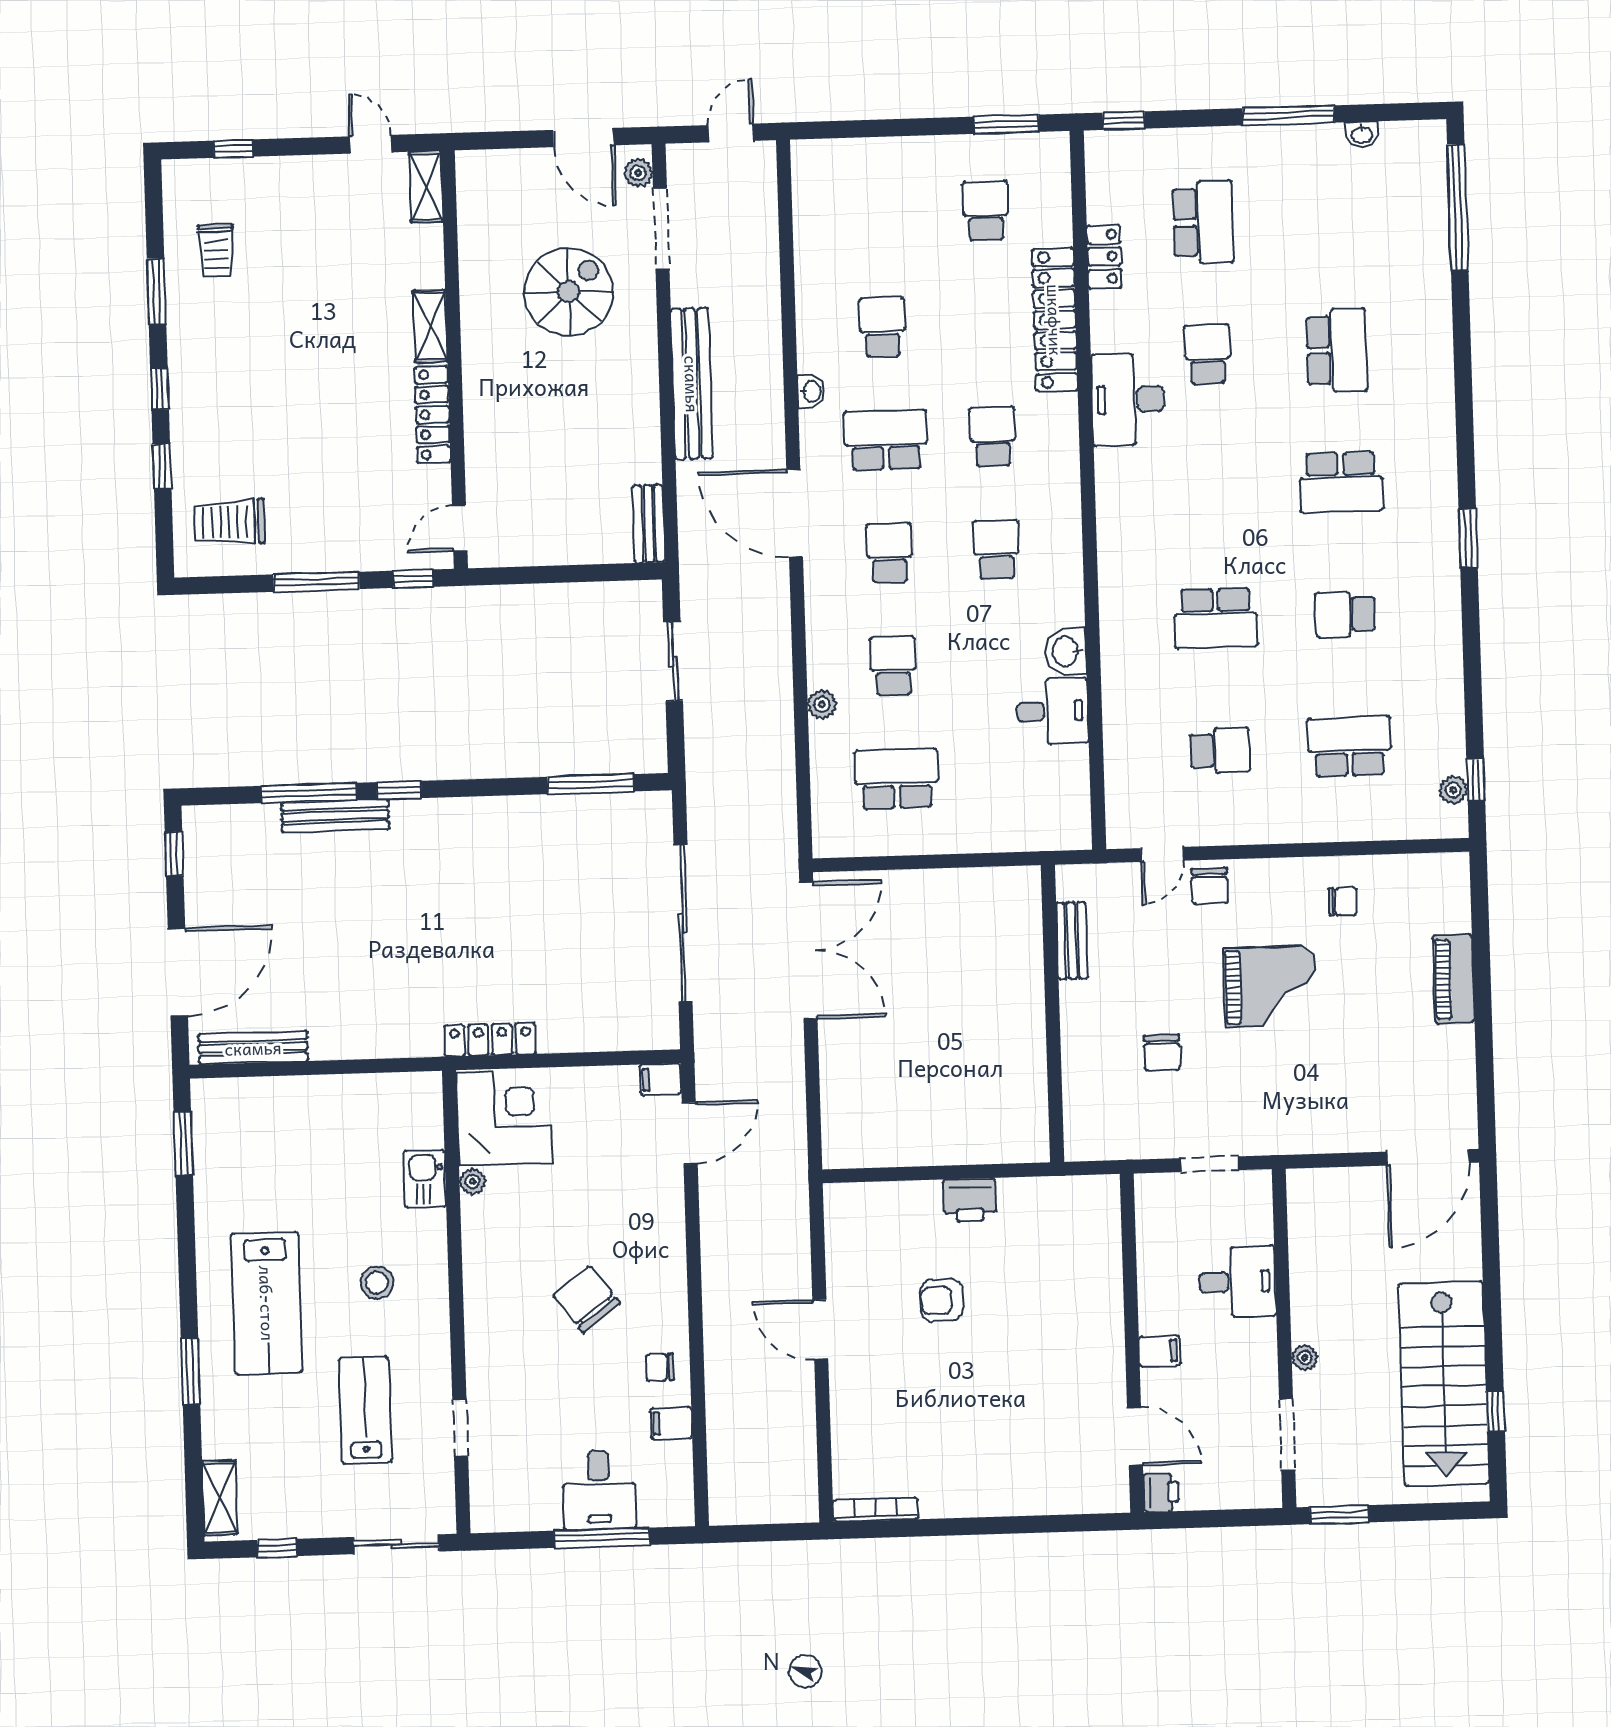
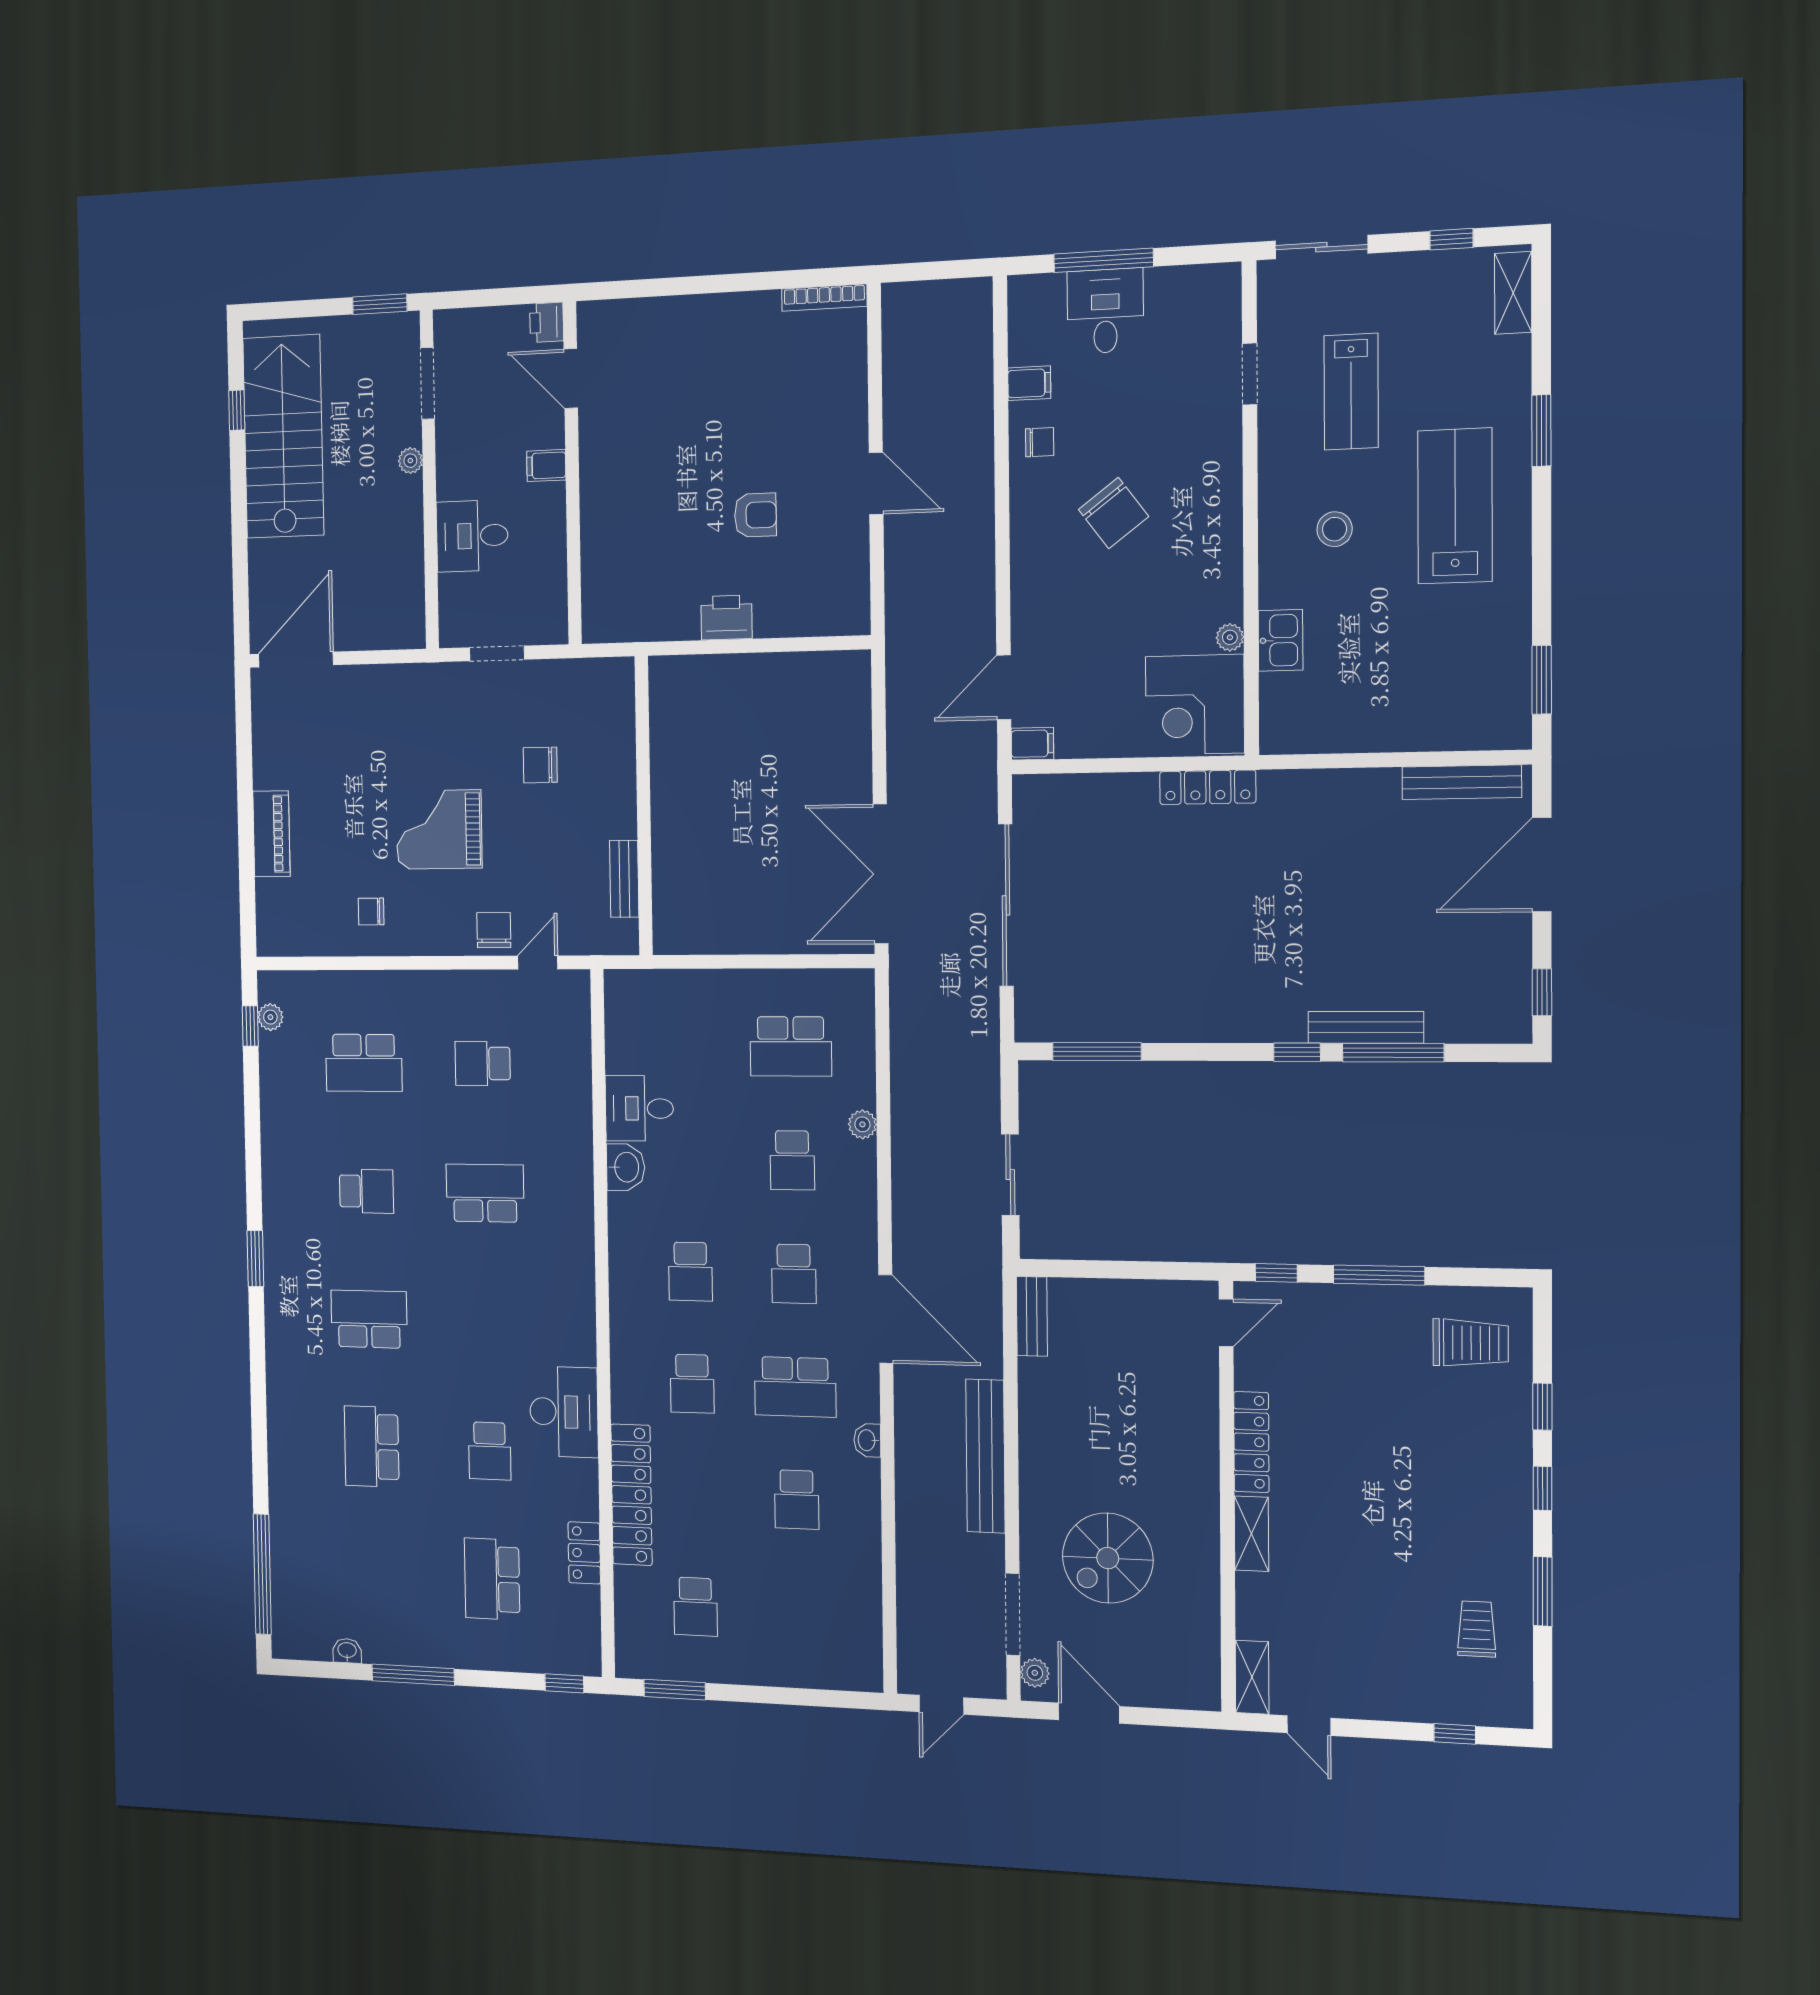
chair: (1162, 1053) -> (540, 765), turned -90

